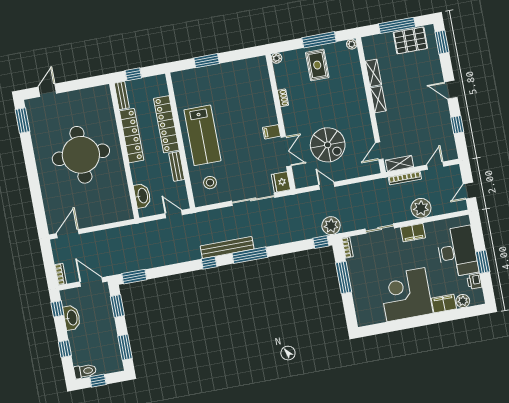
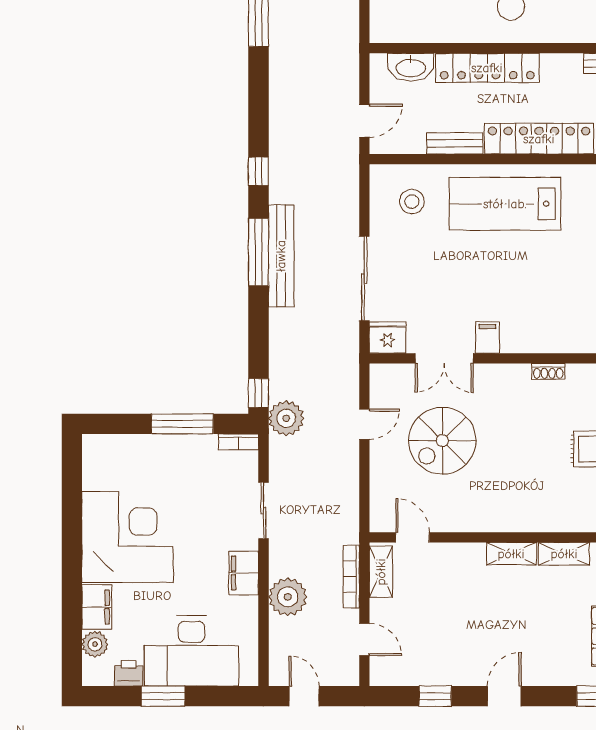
locker: (132, 136) -> (487, 68), moved
bench: (227, 248) -> (281, 256), moved

